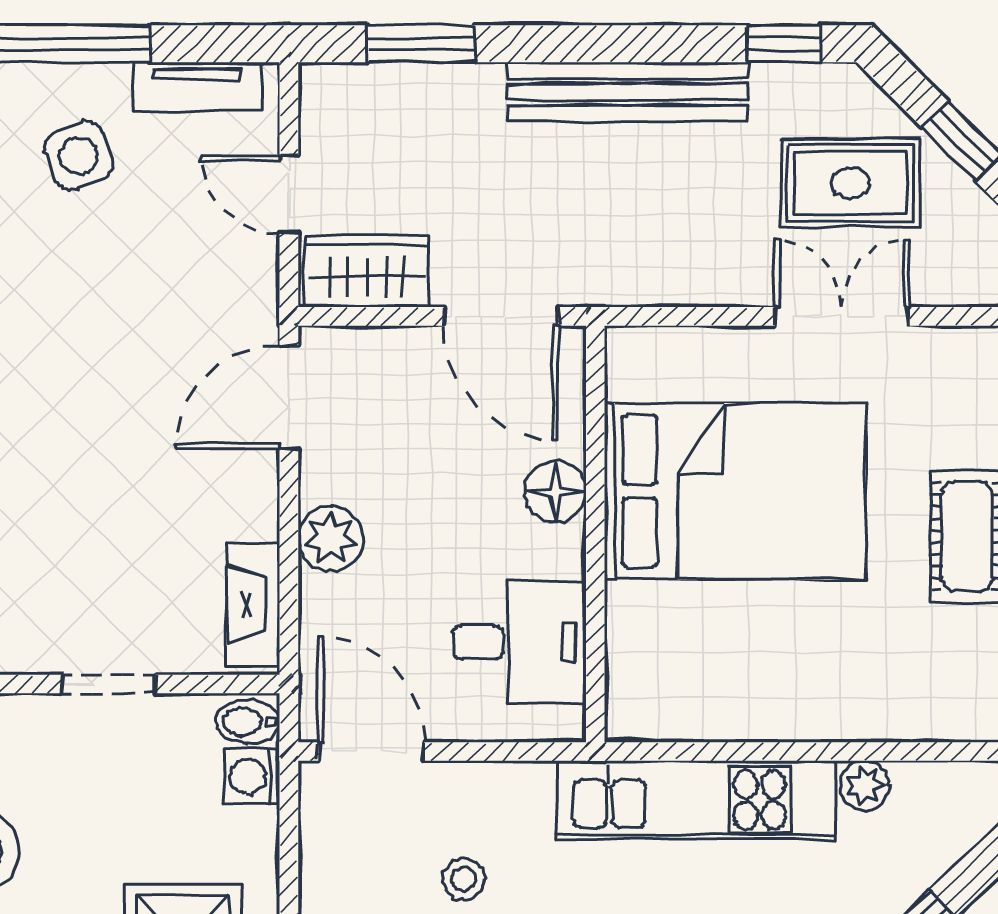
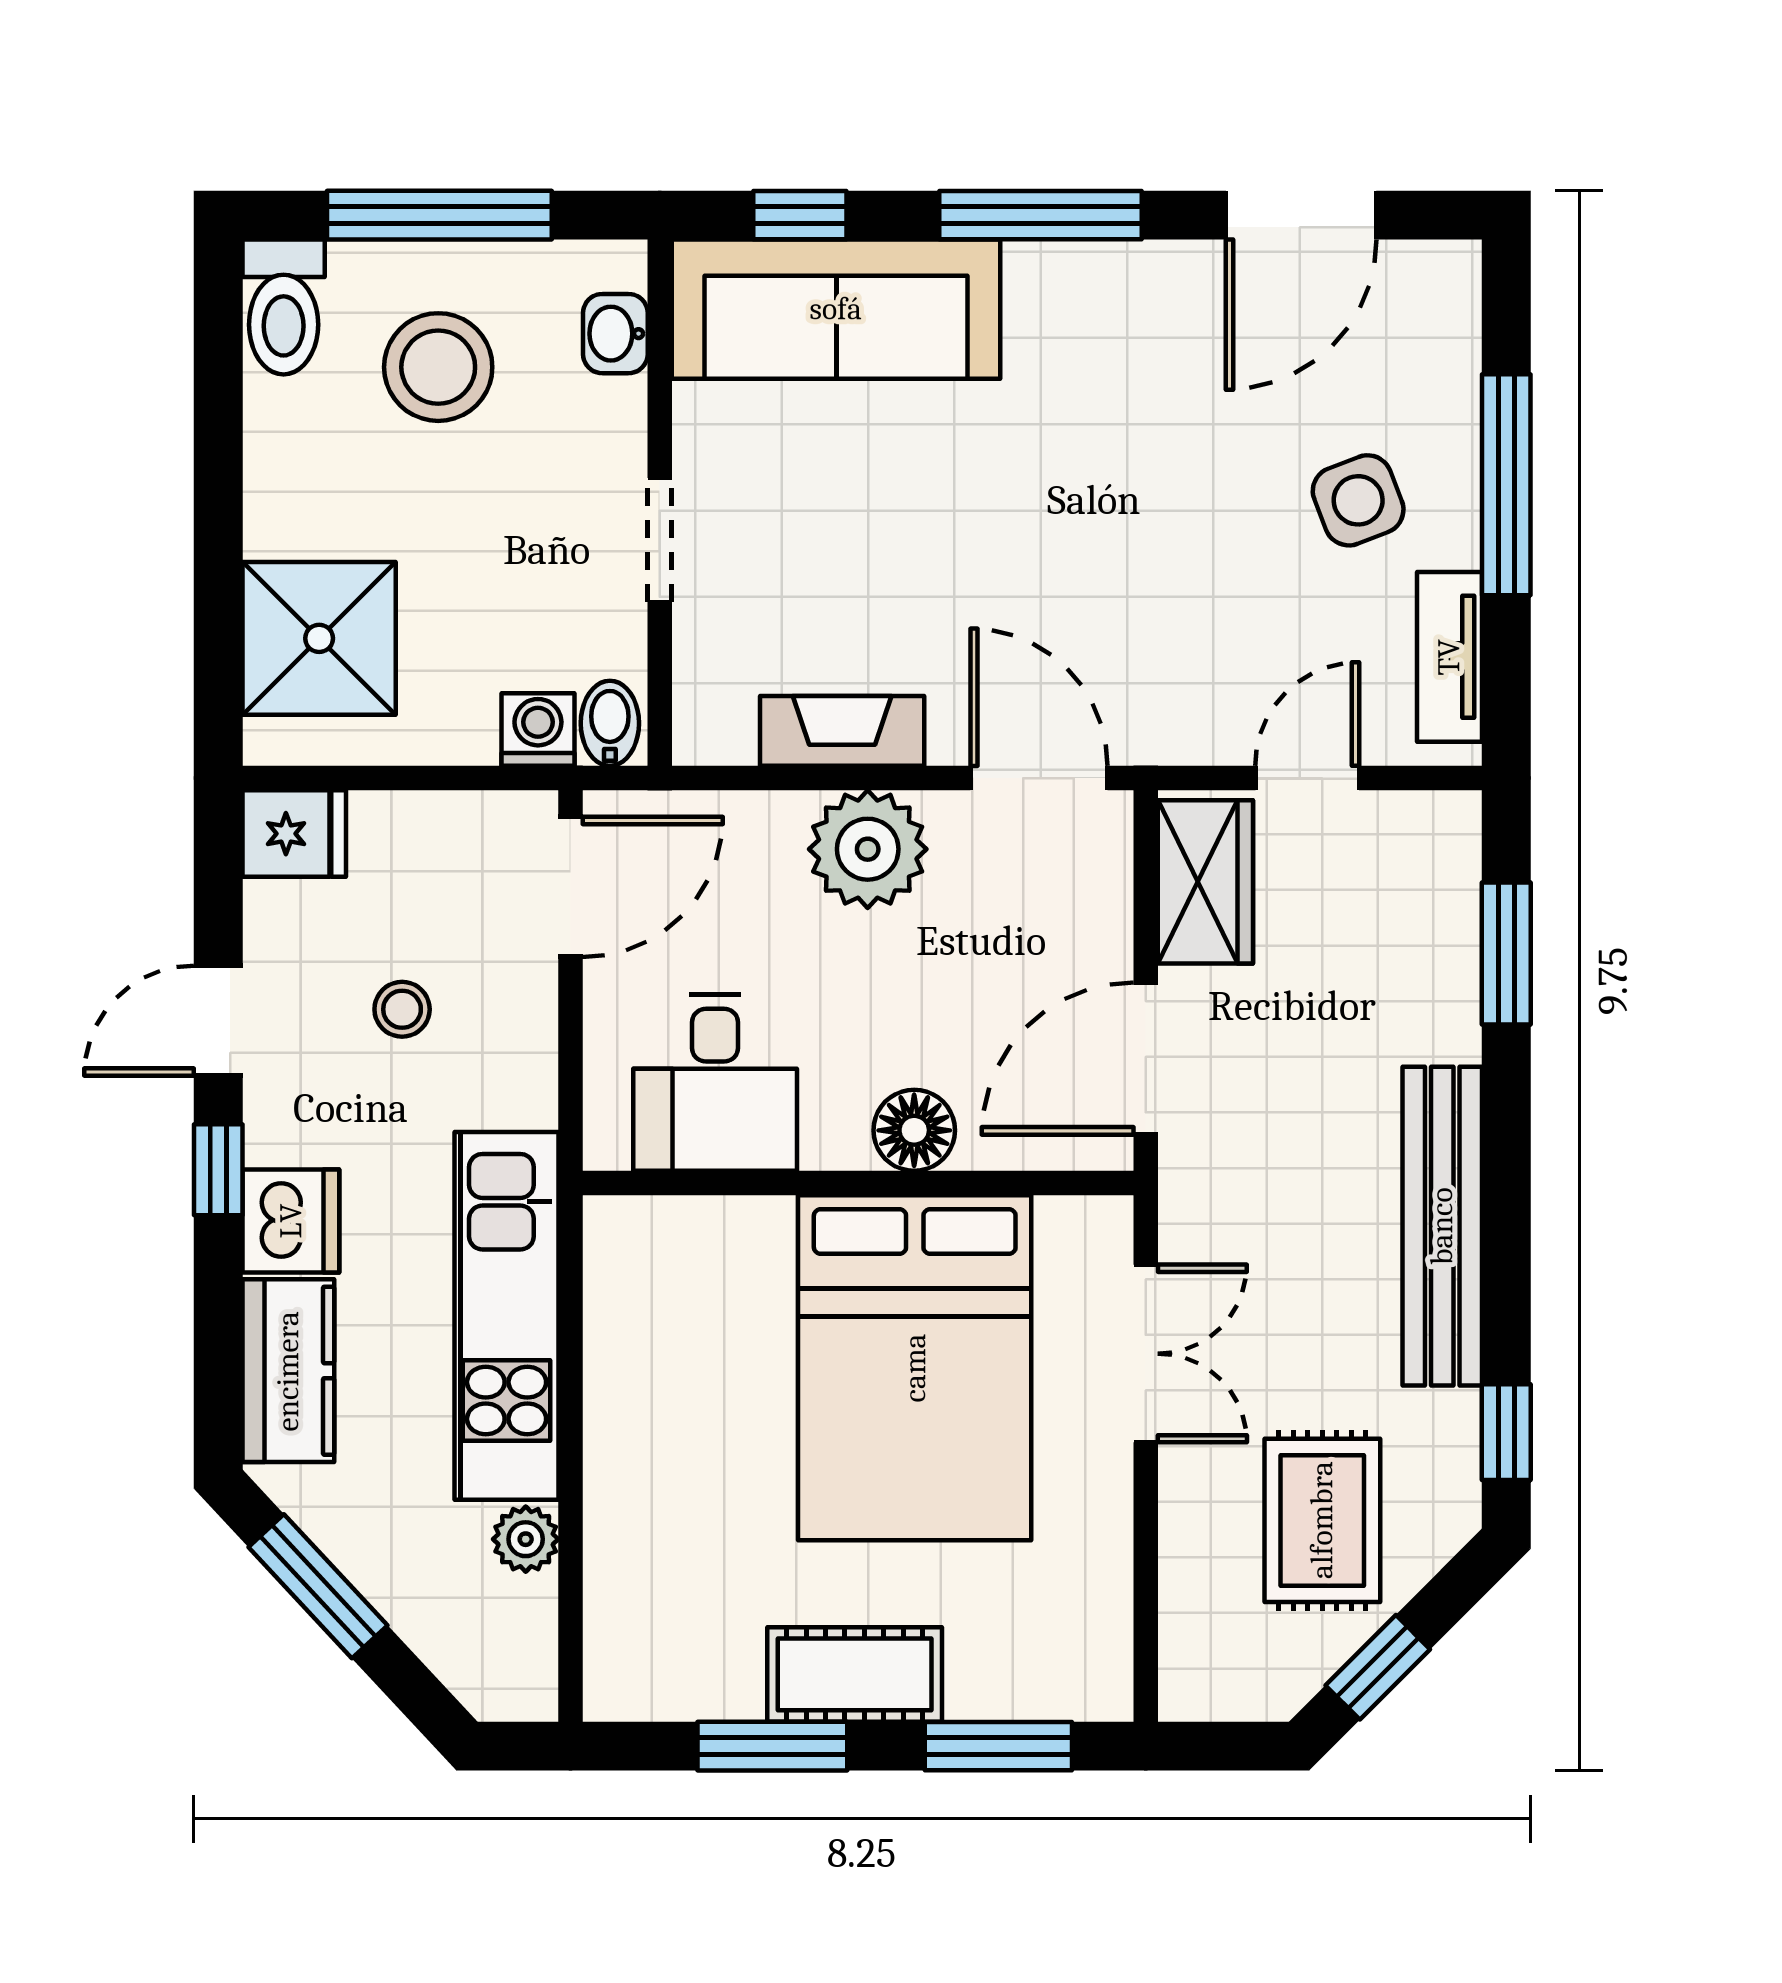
double door: (842, 316) -> (1146, 1354), moved
plant: (331, 539) -> (868, 849), width x1.36, depth x1.36
fireplace: (253, 605) -> (842, 731), moved

